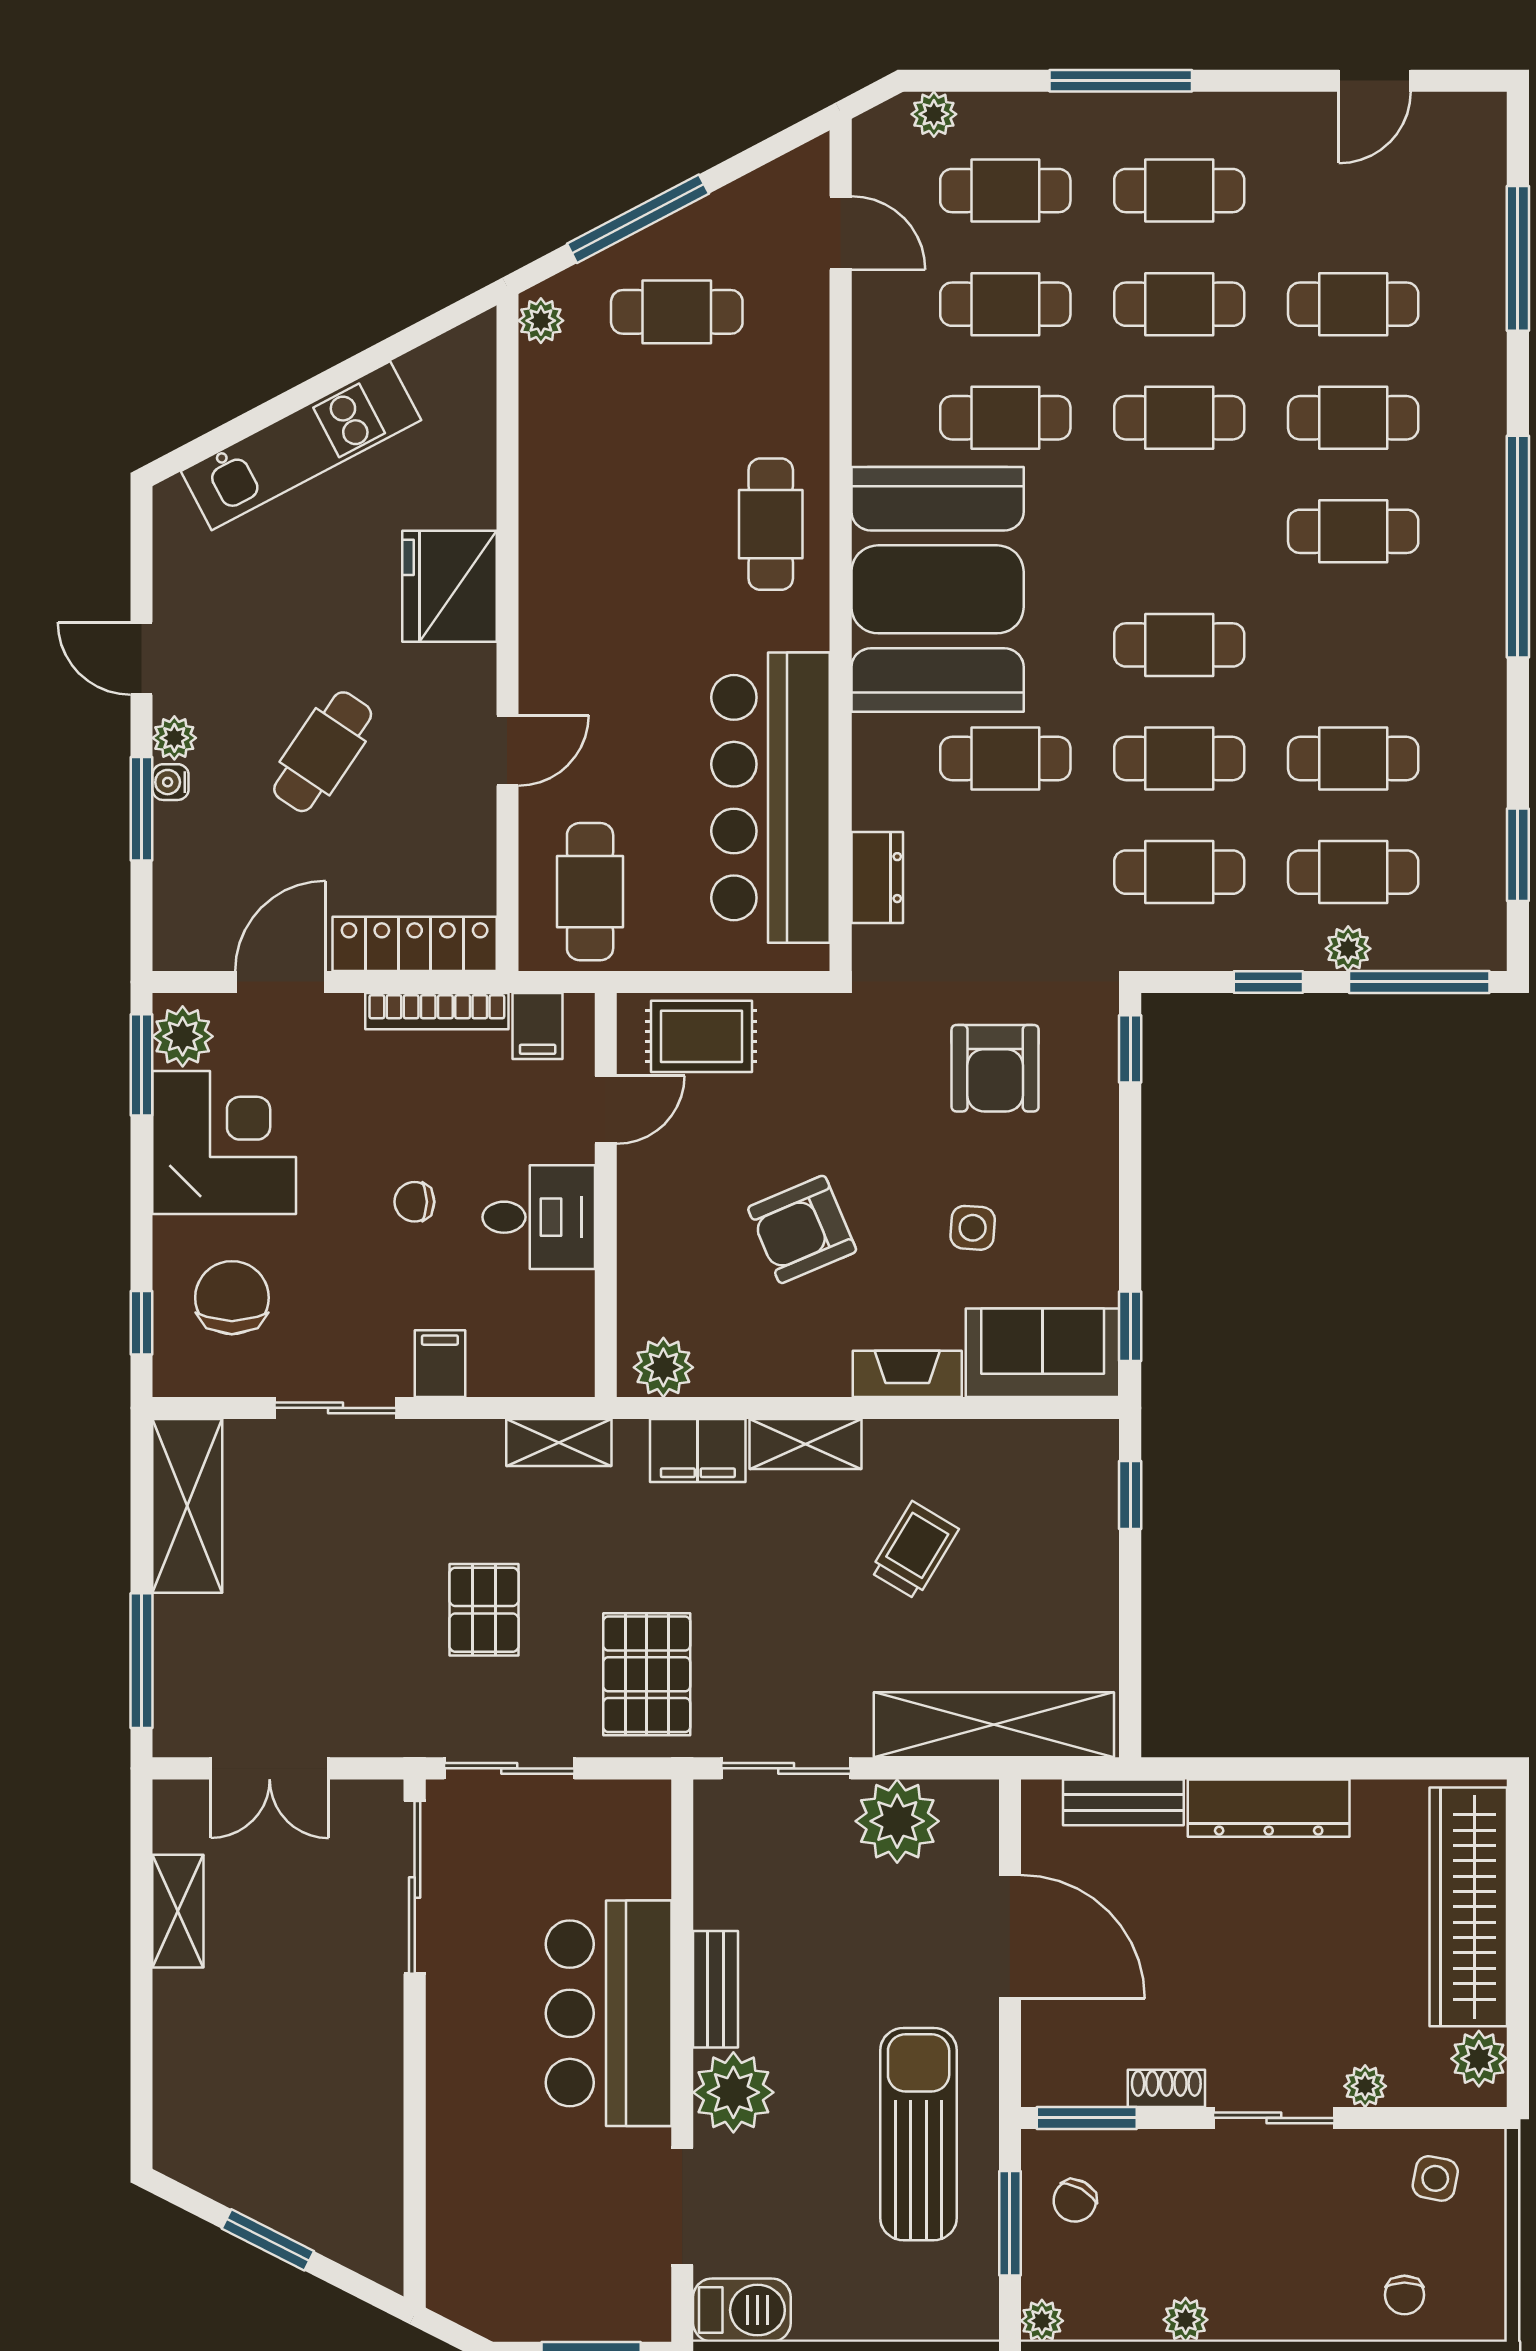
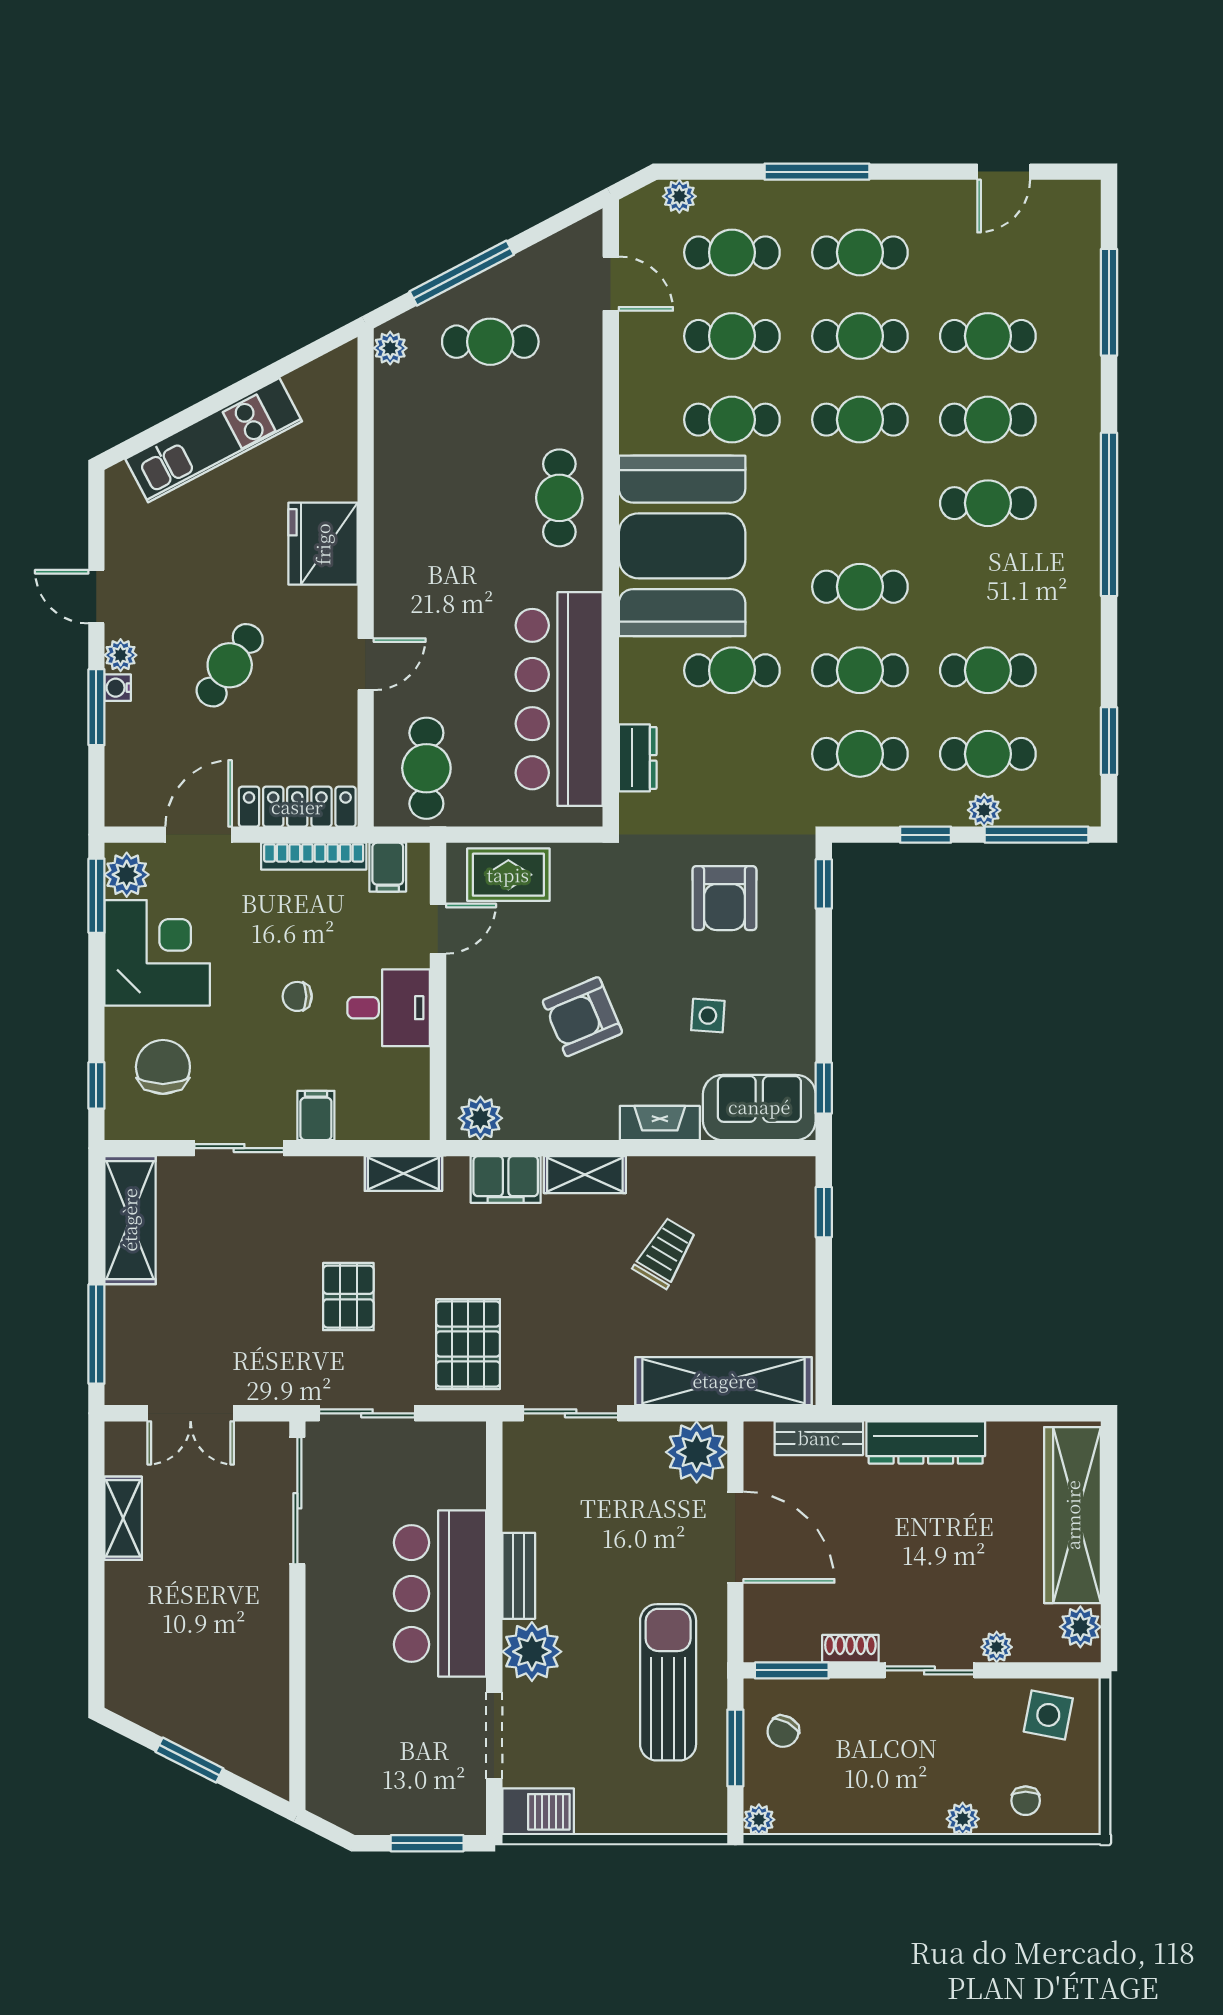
plant: (897, 1821) -> (697, 1452), moved
side table: (1435, 2178) -> (1048, 1715), width x1.37, depth x1.37
plant: (1186, 2320) -> (963, 1819), moved

